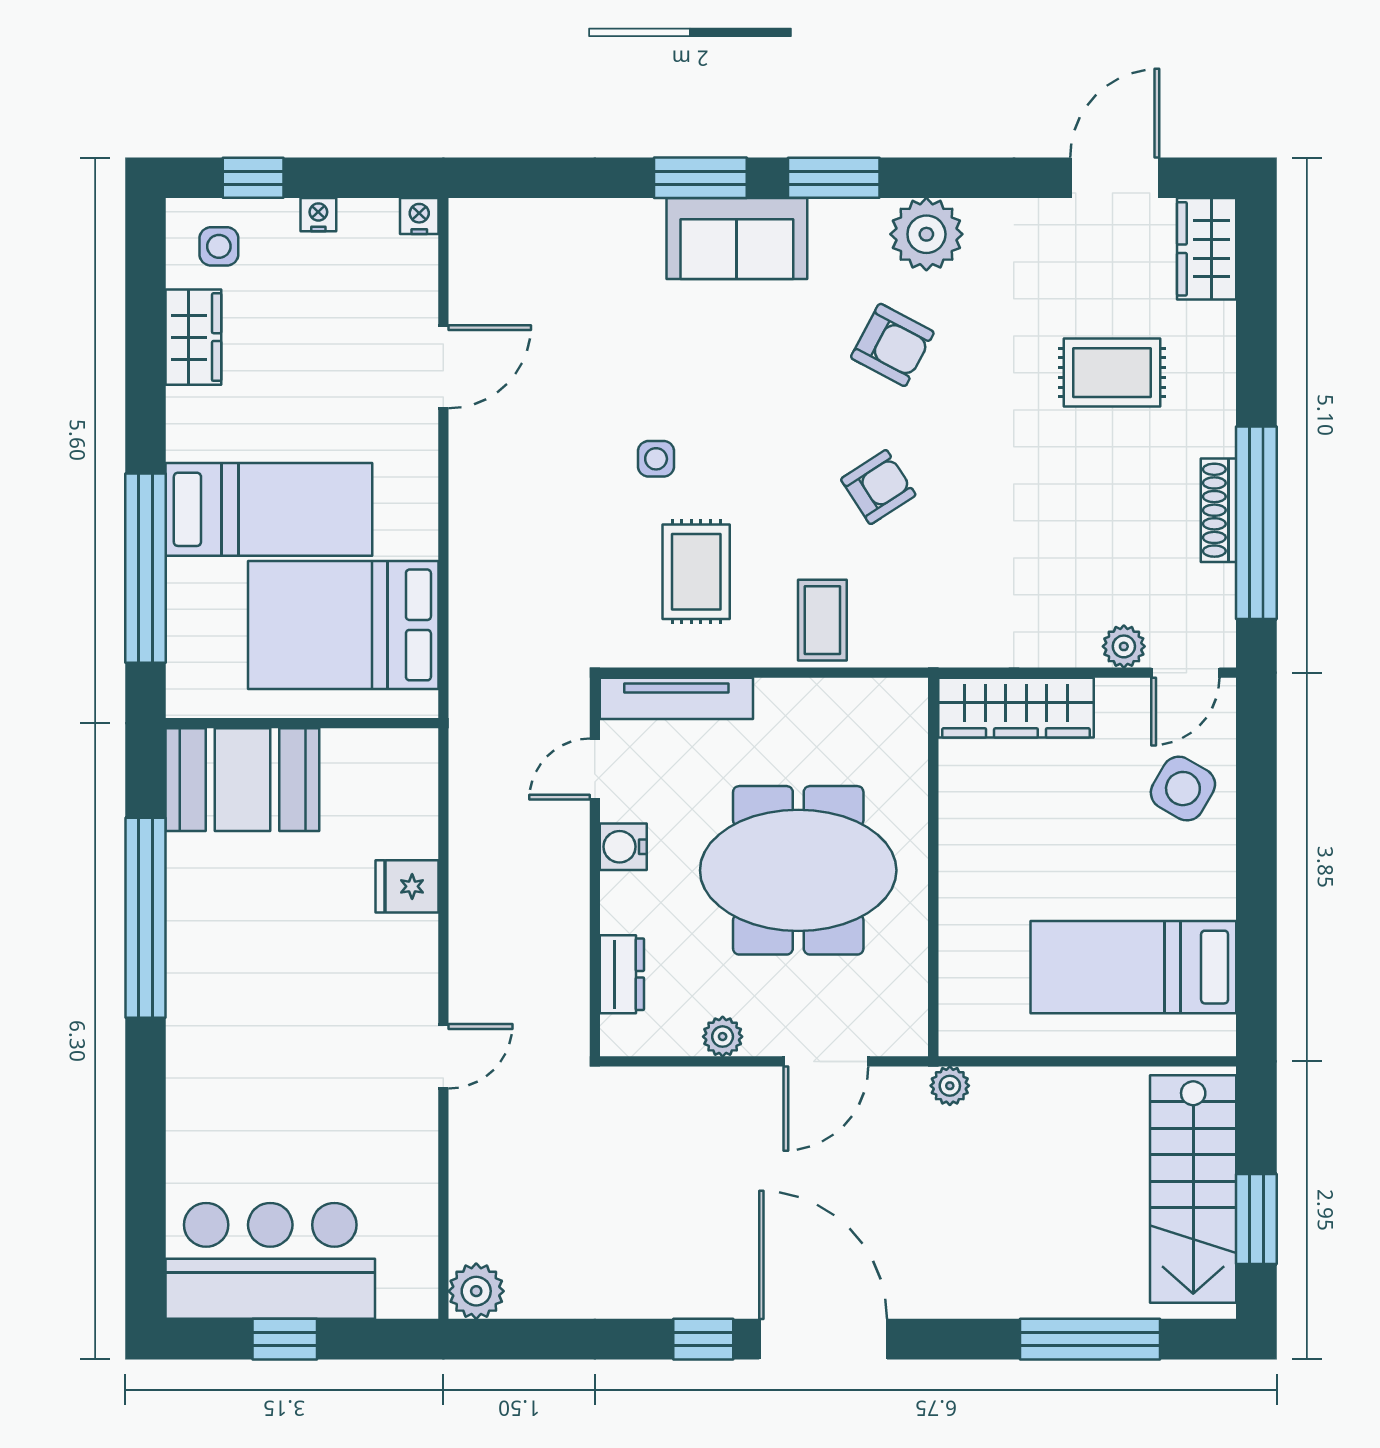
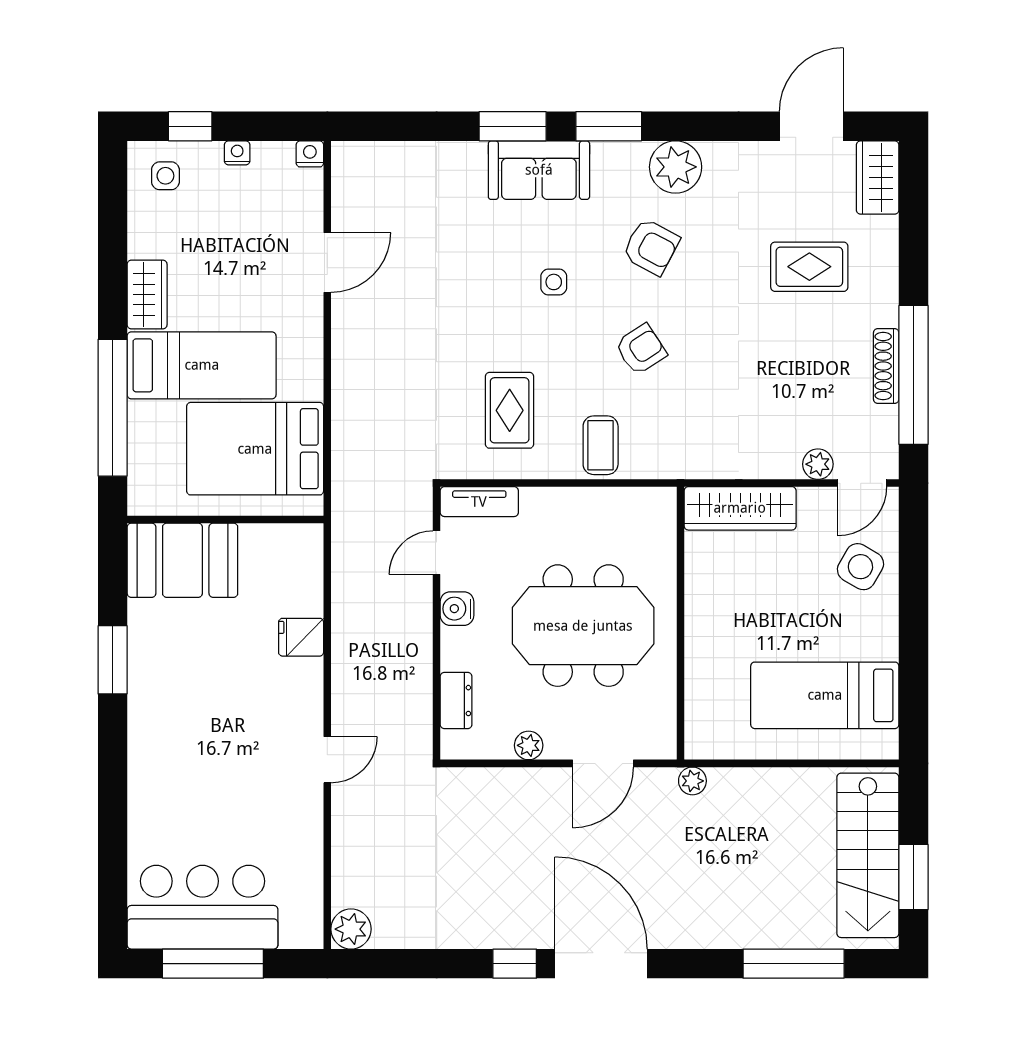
wardrobe: (193, 337) -> (147, 295), moved
side table: (656, 459) -> (554, 282), moved
tv unit: (676, 698) -> (479, 502), width x0.71
window: (146, 918) -> (113, 660), width x0.47
window: (285, 1339) -> (213, 964), width x2.17

